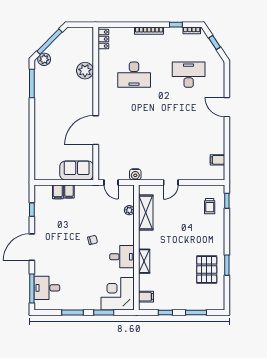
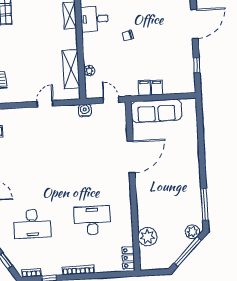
plant: (85, 71) -> (148, 237), moved
sofa: (77, 170) -> (156, 111), width x1.36
filing cabinet: (58, 192) -> (144, 88), moved

